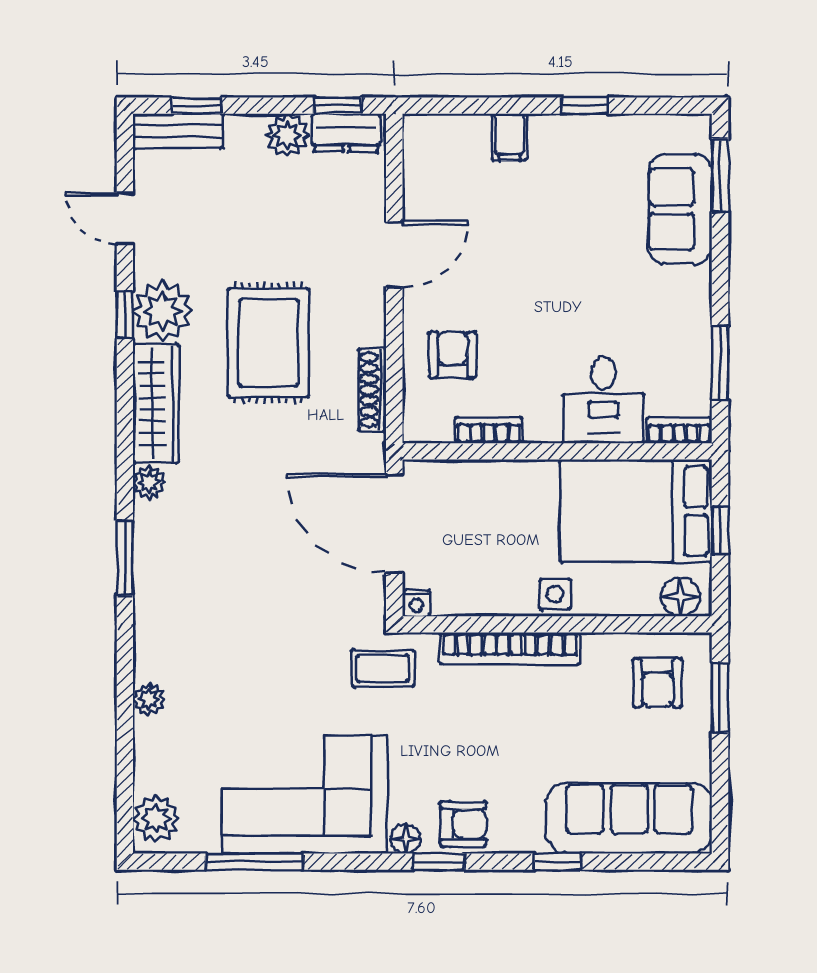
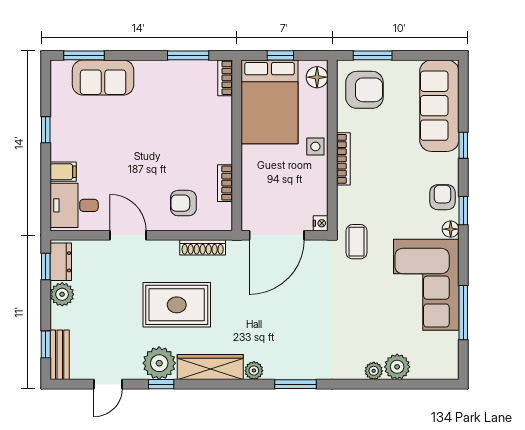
desk: (603, 400) -> (74, 205), moved, turned 180
bookcase: (510, 648) -> (343, 159), width x0.68, depth x0.76
armchair: (658, 683) -> (364, 90), width x1.38, depth x1.38
plant: (156, 819) -> (397, 367), moved

